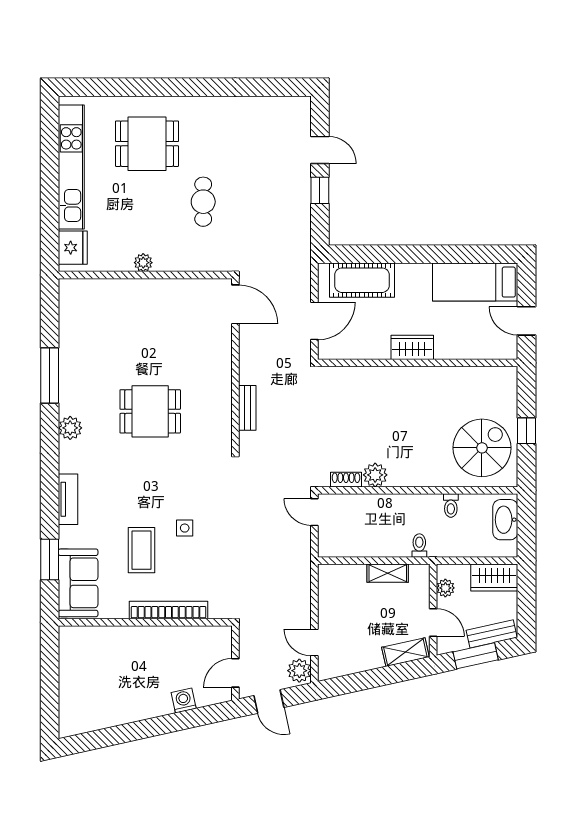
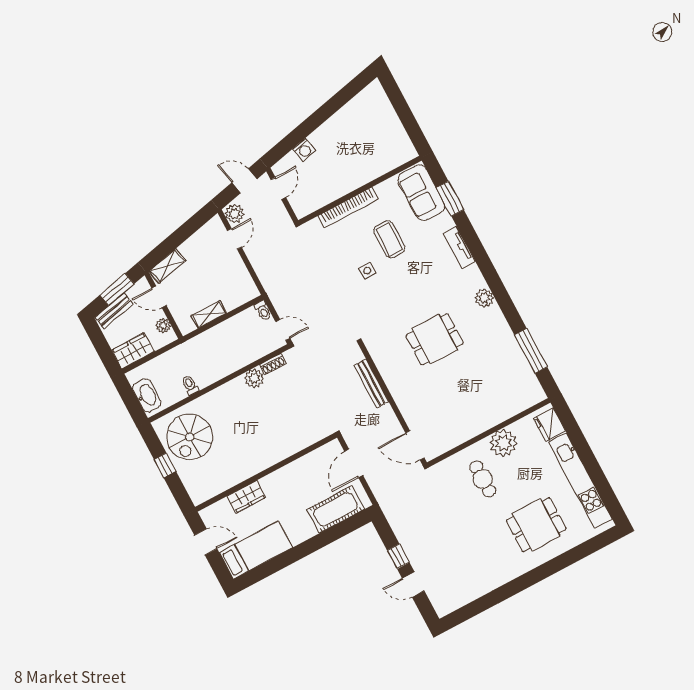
cafe table: (203, 202) -> (483, 479), moved
plant: (143, 263) -> (503, 443), width x1.88, depth x1.88
wardrobe: (412, 347) -> (246, 497), moved
window: (50, 376) -> (531, 351), moved
bench: (247, 408) -> (371, 383), width x1.36
toilet: (419, 546) -> (263, 310), moved
door: (314, 643) -> (234, 239), hinge flipped

